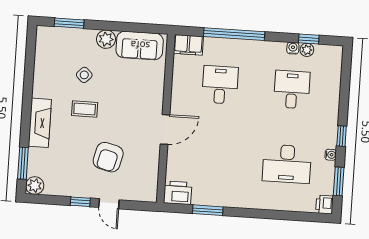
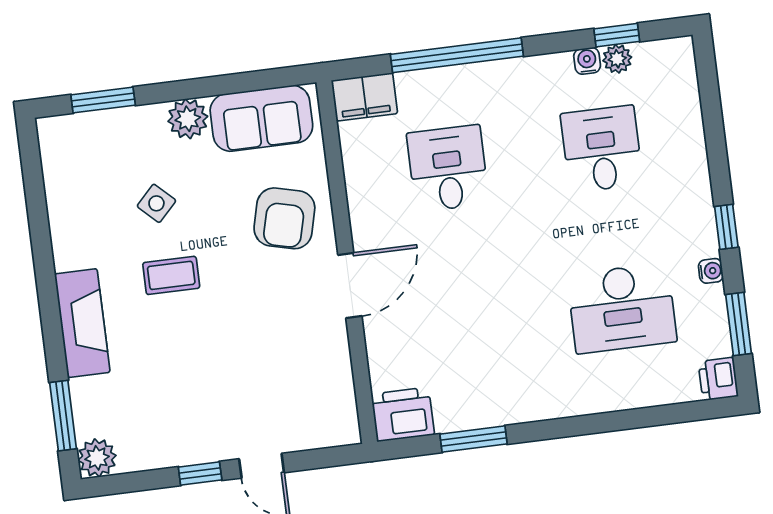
armchair: (108, 157) -> (284, 218), moved

